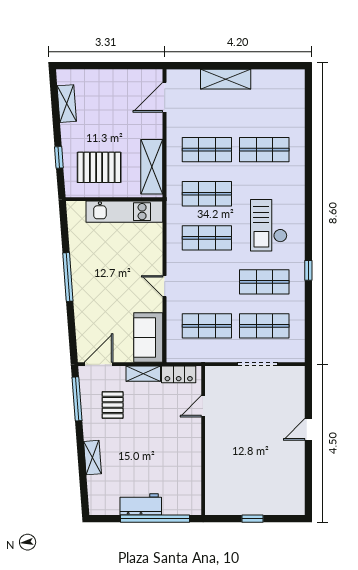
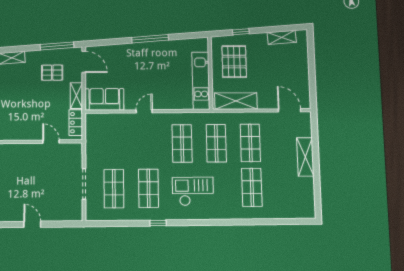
shop shelf: (207, 326) -> (114, 144), removed

